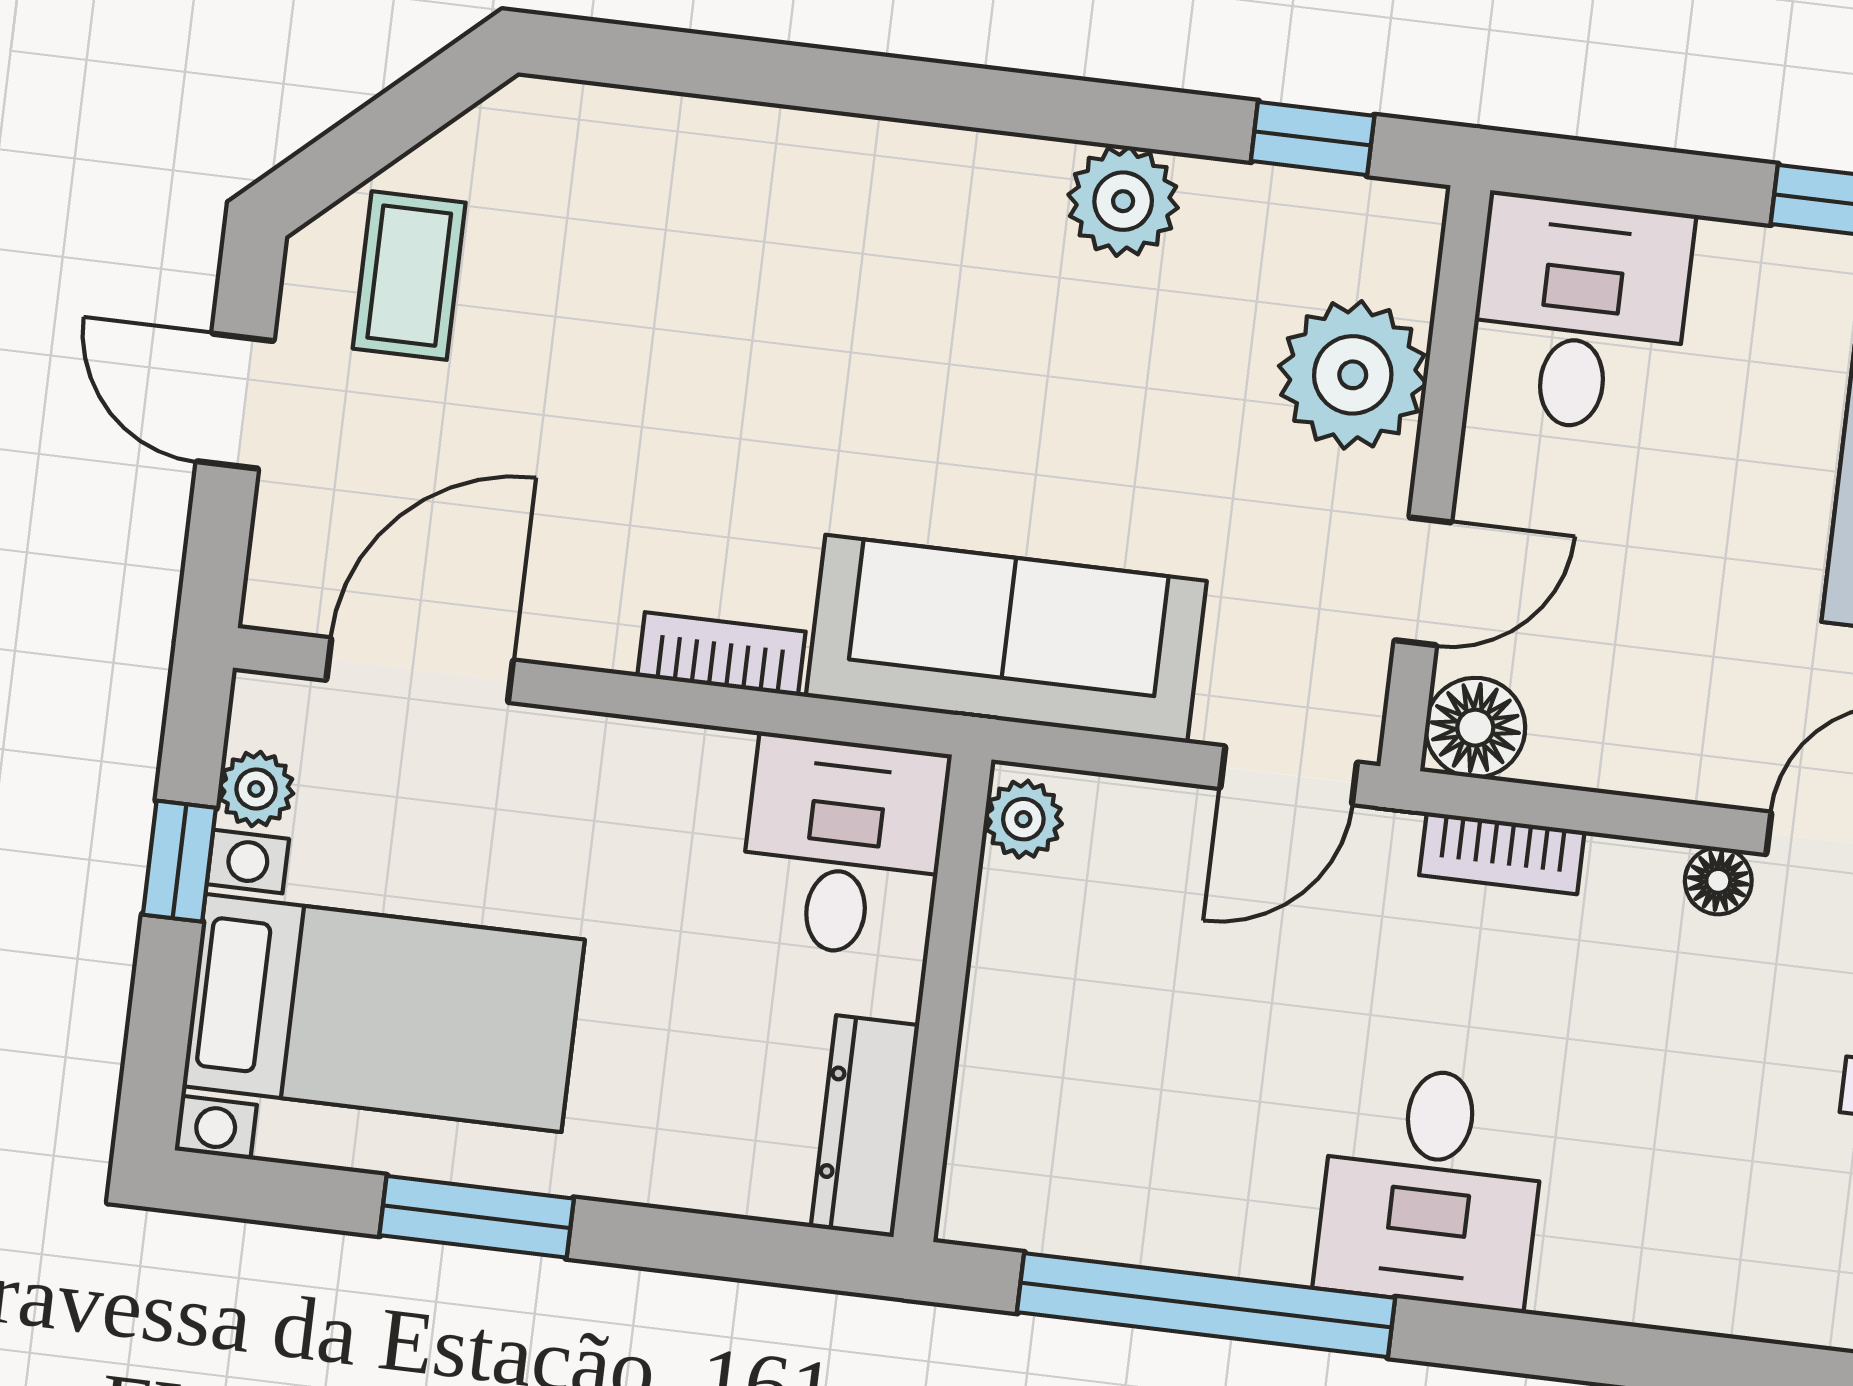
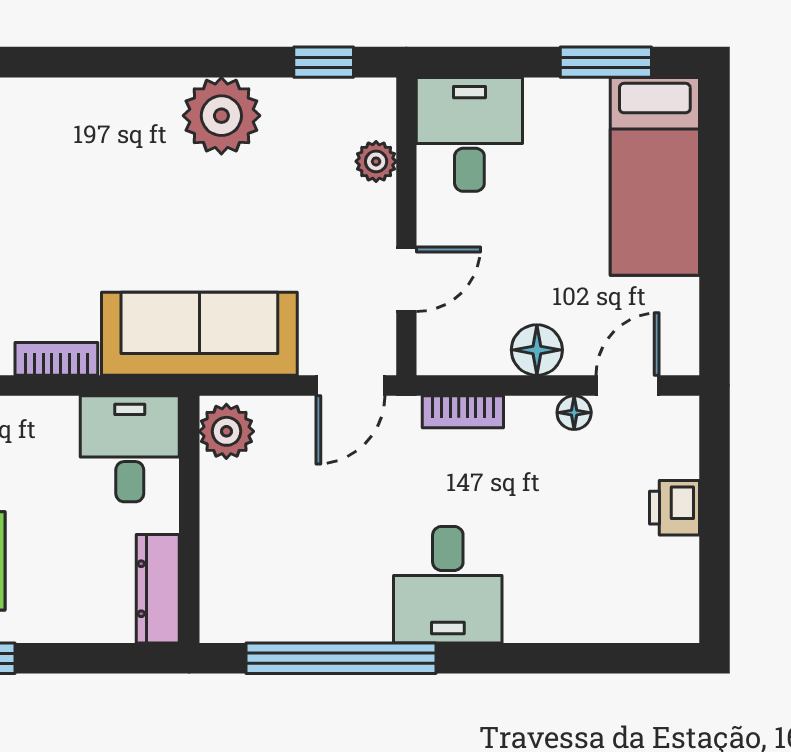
plant: (1123, 201) -> (221, 116), width x1.36, depth x1.36
plant: (1353, 375) -> (376, 161), width x0.53, depth x0.53
floor lamp: (1475, 728) -> (537, 350), moved
plant: (1023, 819) -> (226, 431), width x1.38, depth x1.38

